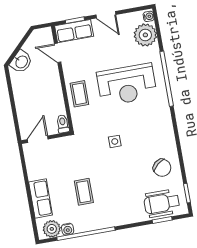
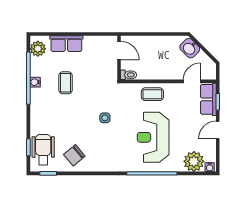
coffee table: (84, 192) -> (66, 83), turned 90
water cooler: (68, 229) -> (35, 82), moved

